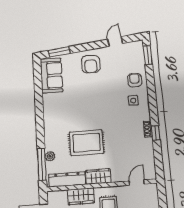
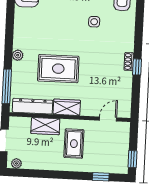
side table: (133, 100) -> (94, 22), moved
plant: (50, 156) -> (18, 55), moved

